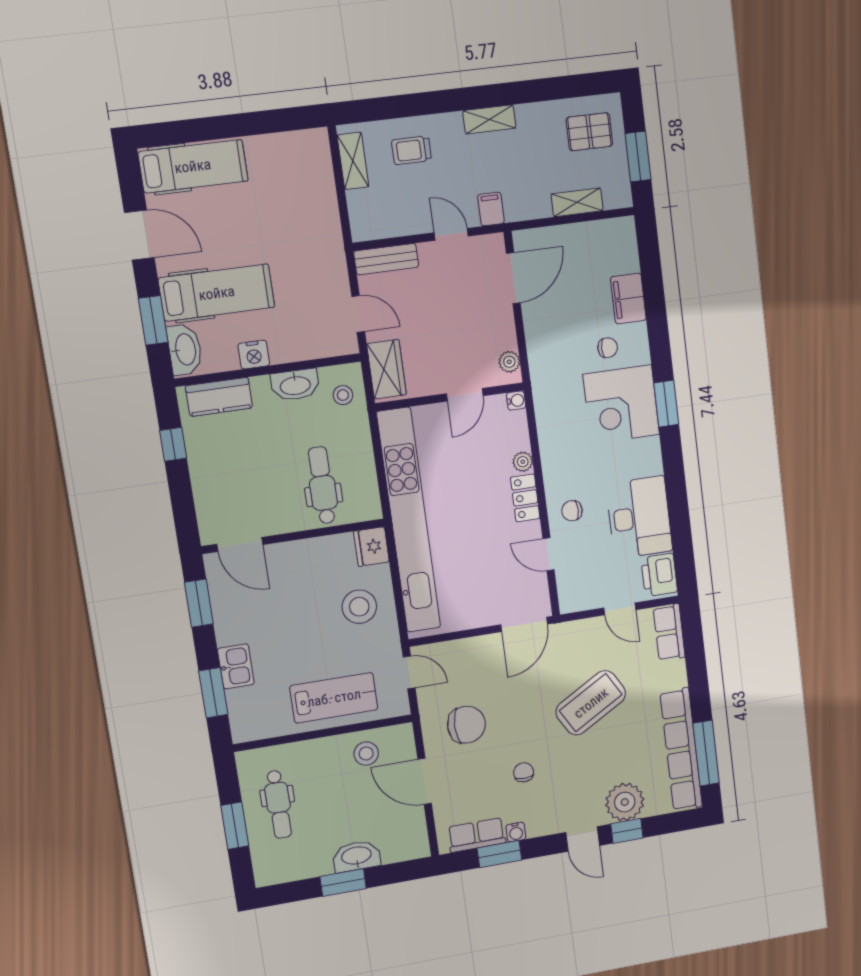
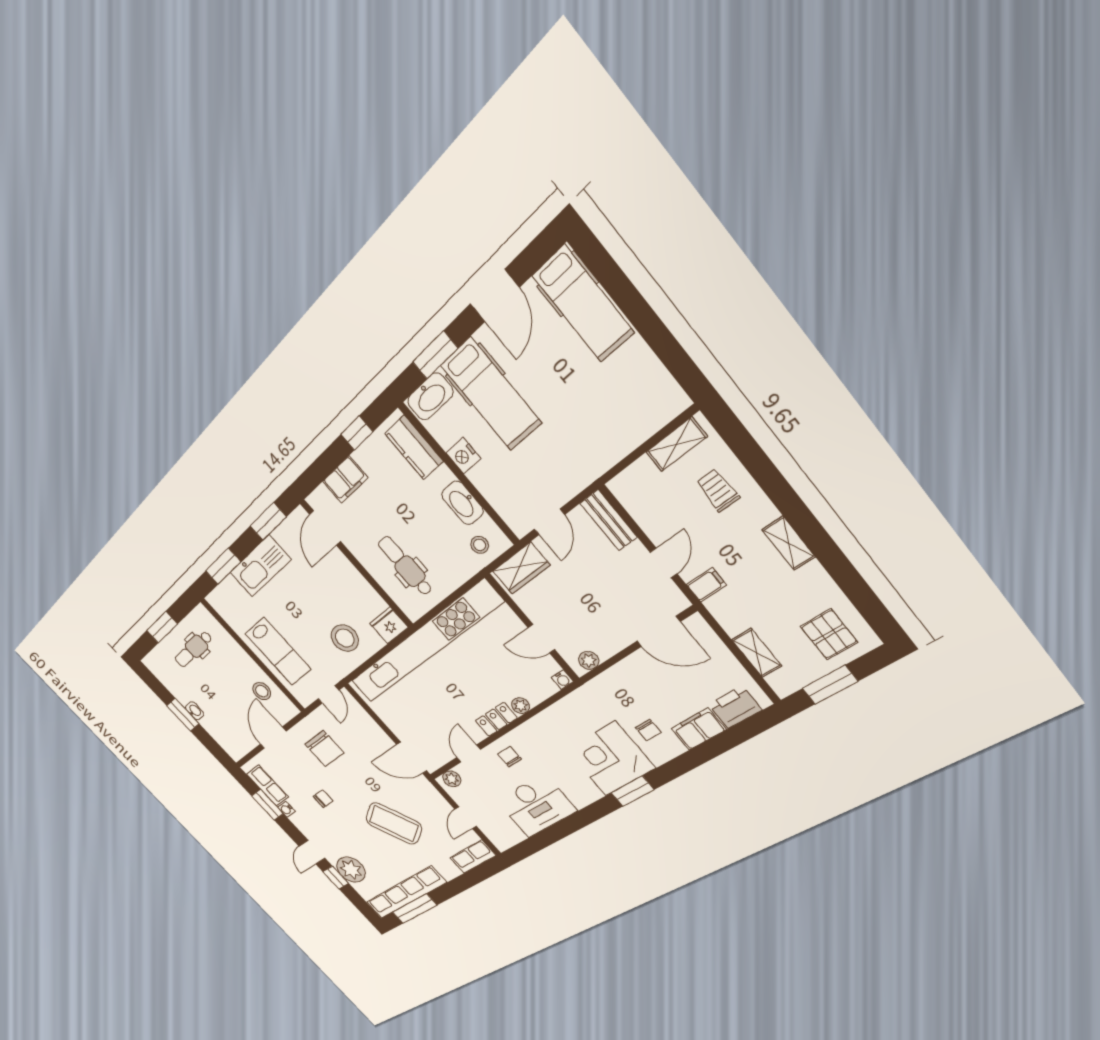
dental chair: (322, 485) -> (405, 566), turned -90
filing cabinet: (207, 488) -> (345, 480), added
printer: (659, 575) -> (735, 707), moved
plant: (568, 594) -> (452, 779), added
kitchen sink: (236, 666) -> (260, 566), width x1.88, depth x1.24
washbasin: (356, 856) -> (195, 711), width x0.52, depth x0.69

